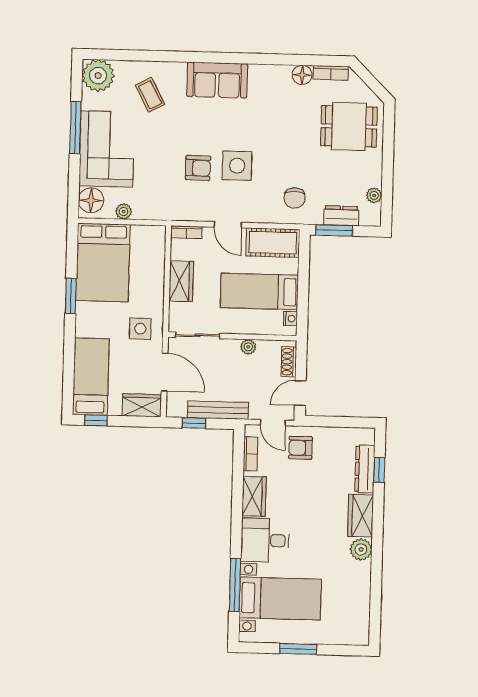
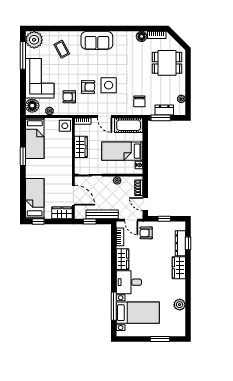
window: (75, 128) -> (23, 55), moved
armchair: (162, 186) -> (69, 97), added
bed: (103, 262) -> (35, 138), width x0.67
side table: (140, 329) -> (65, 126), moved
door: (300, 393) -> (145, 204), hinge flipped
window: (336, 422) -> (164, 219), added
plant: (361, 549) -> (180, 305), moved
window: (298, 649) -> (160, 339), moved

